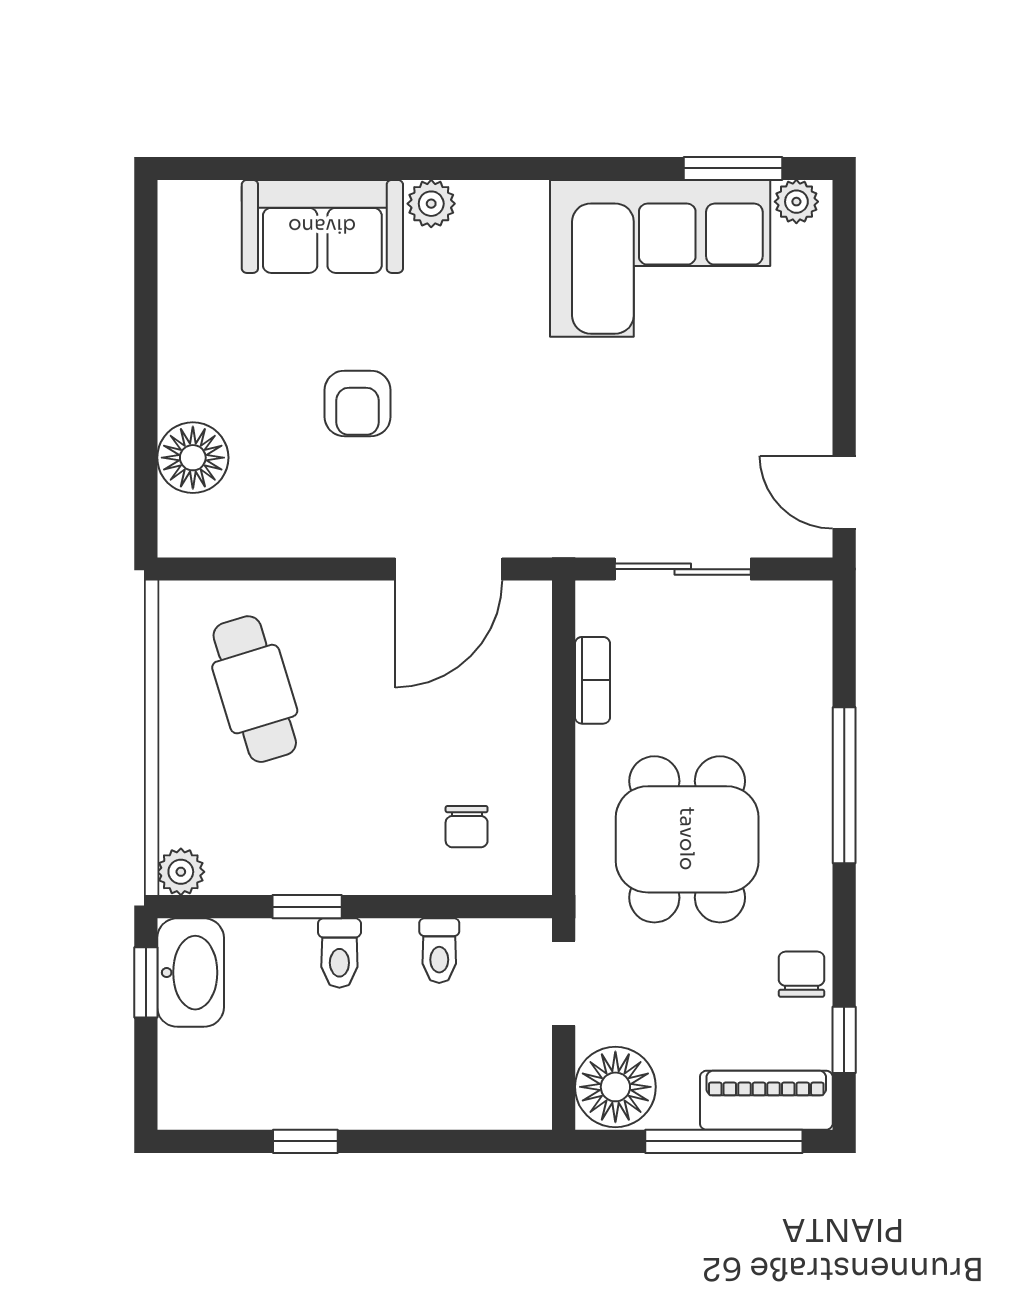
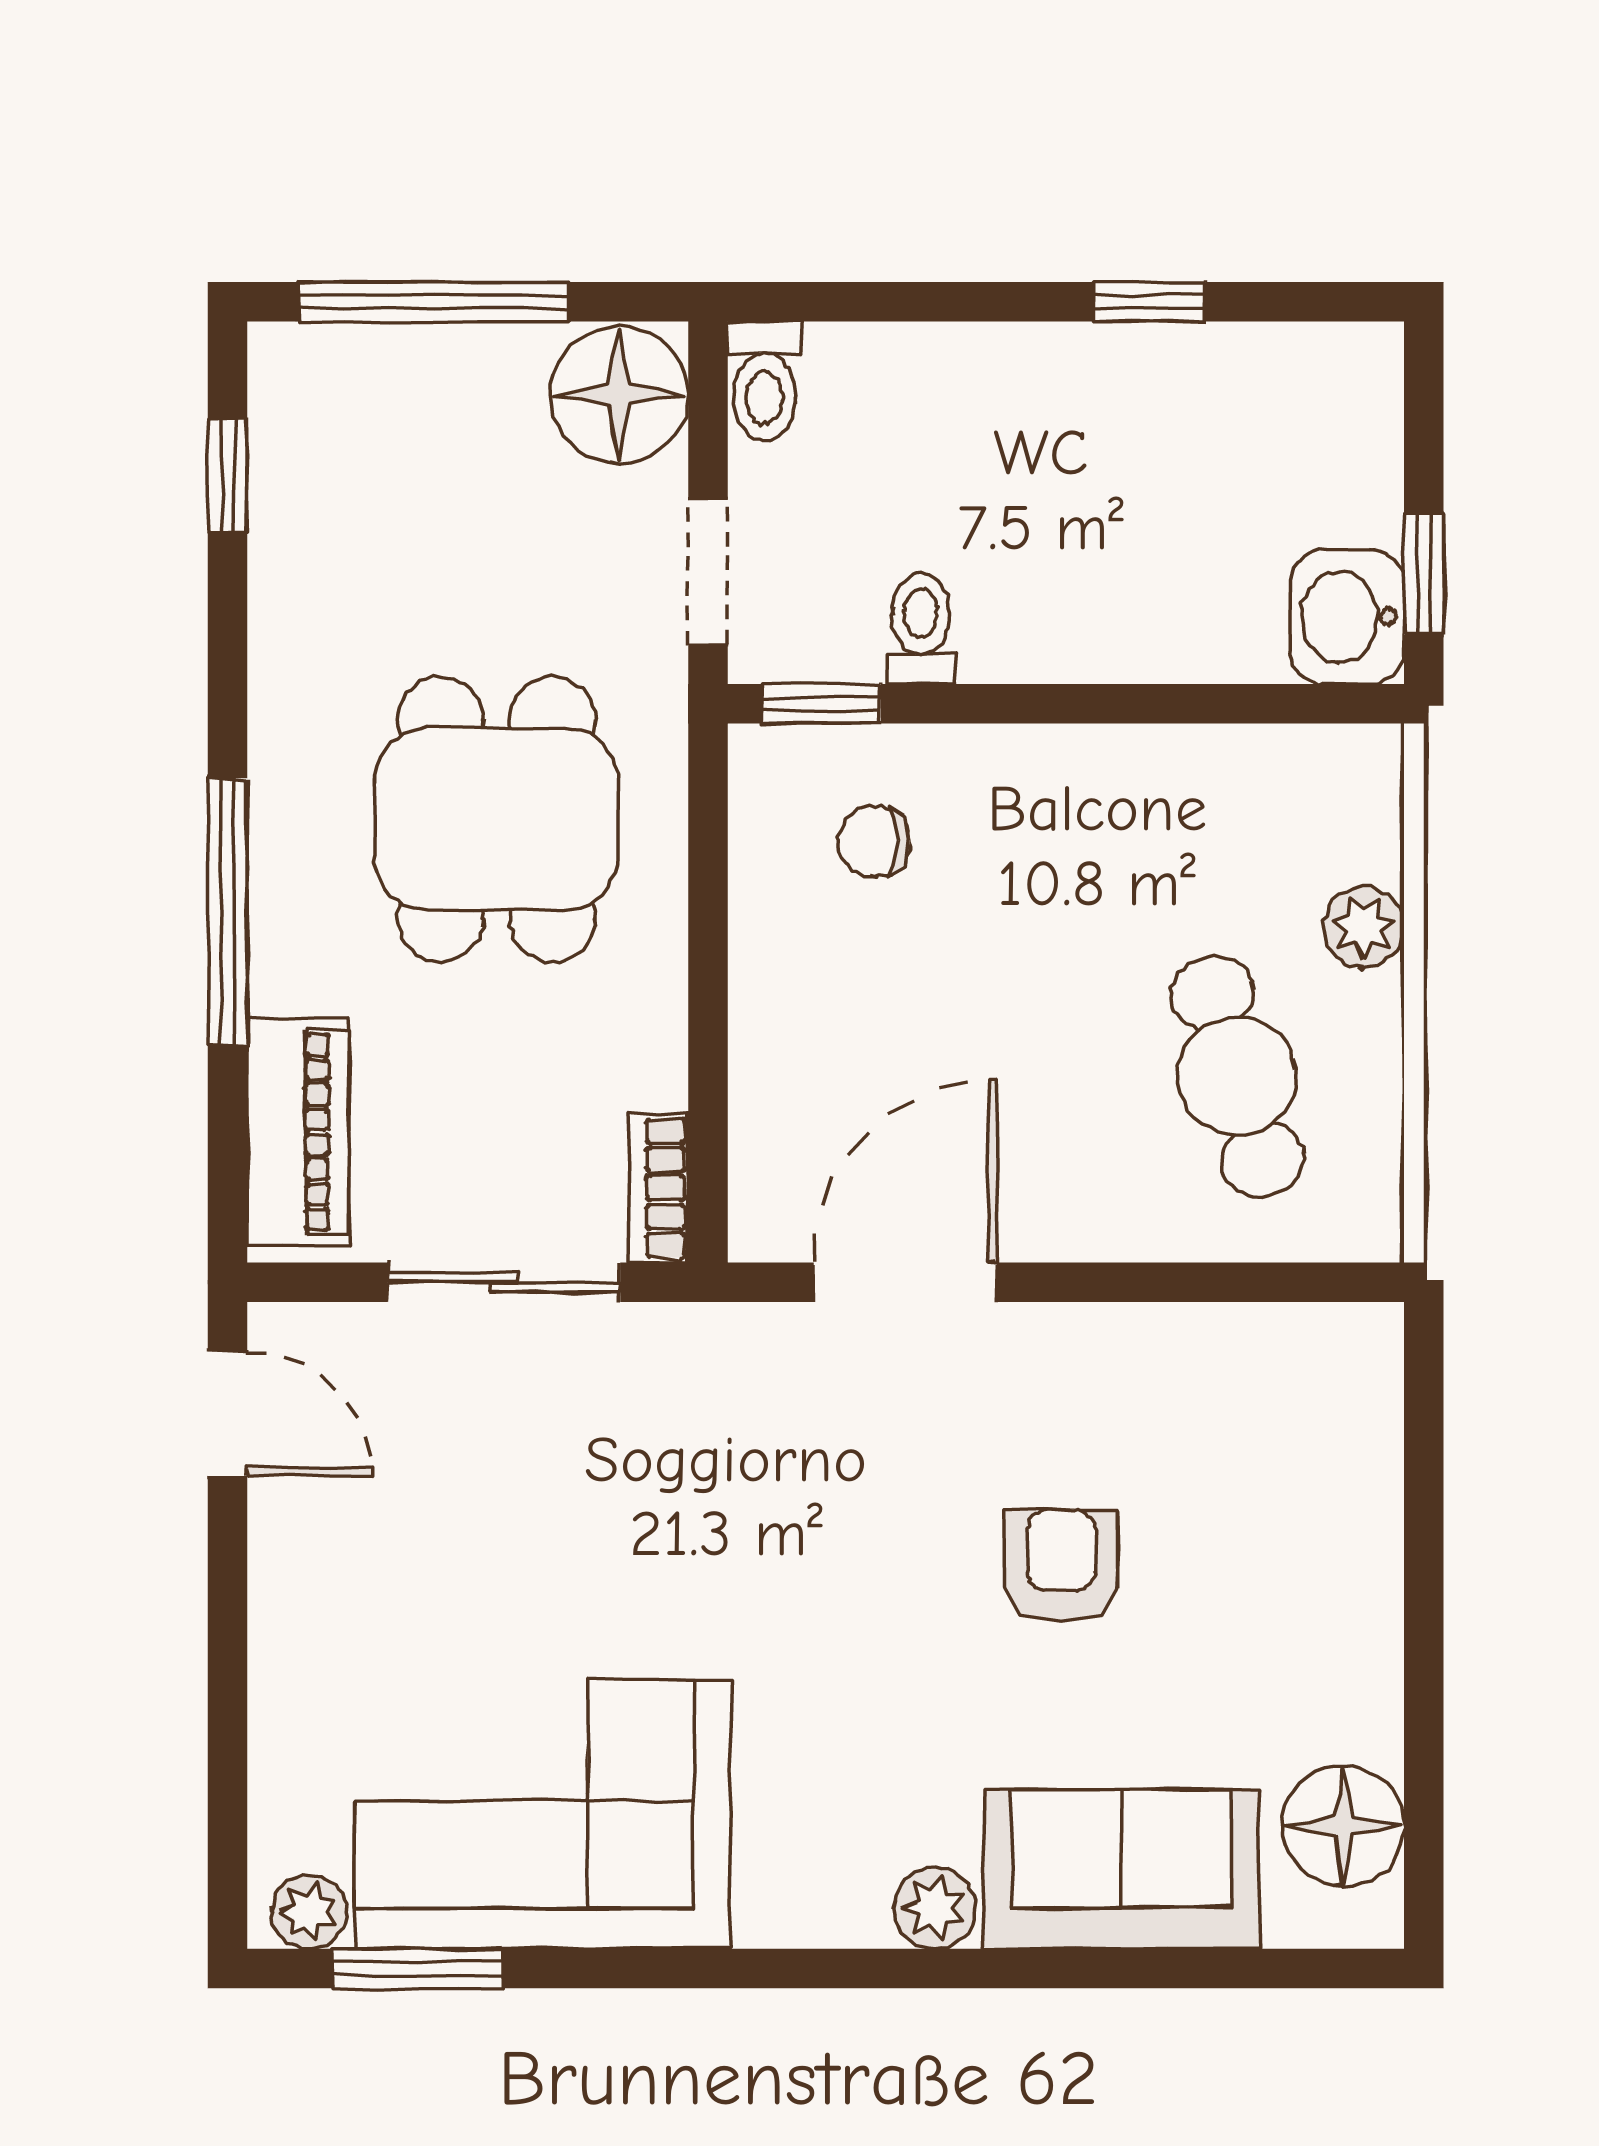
floor lamp: (193, 458) -> (1343, 1826), moved
bookcase: (592, 680) -> (659, 1188), moved
chair: (467, 827) -> (874, 841), turned -90
plant: (181, 872) -> (1364, 927), moved
window: (307, 907) -> (821, 704), moved
toilet: (339, 953) -> (764, 381), moved, turned 180
washbasin: (191, 973) -> (1347, 617), width x0.72
chair: (802, 974) -> (300, 588), removed
piano: (766, 1100) -> (298, 1132), moved, turned -90

